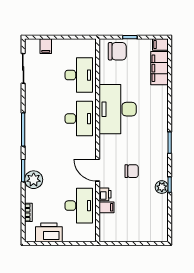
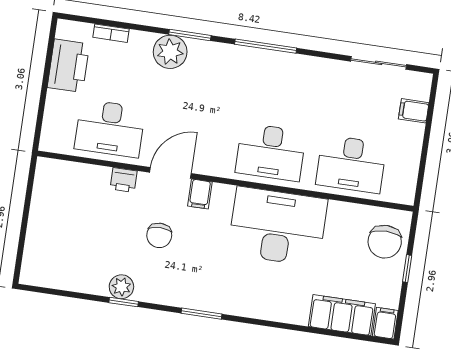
filing cabinet: (107, 207) -> (200, 194), moved

